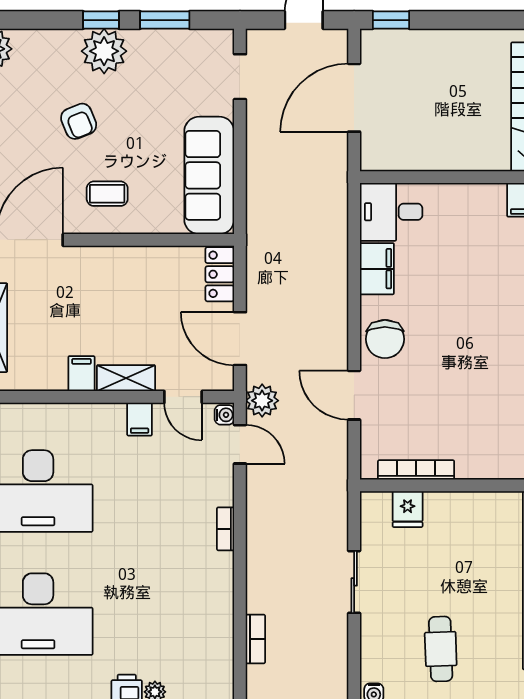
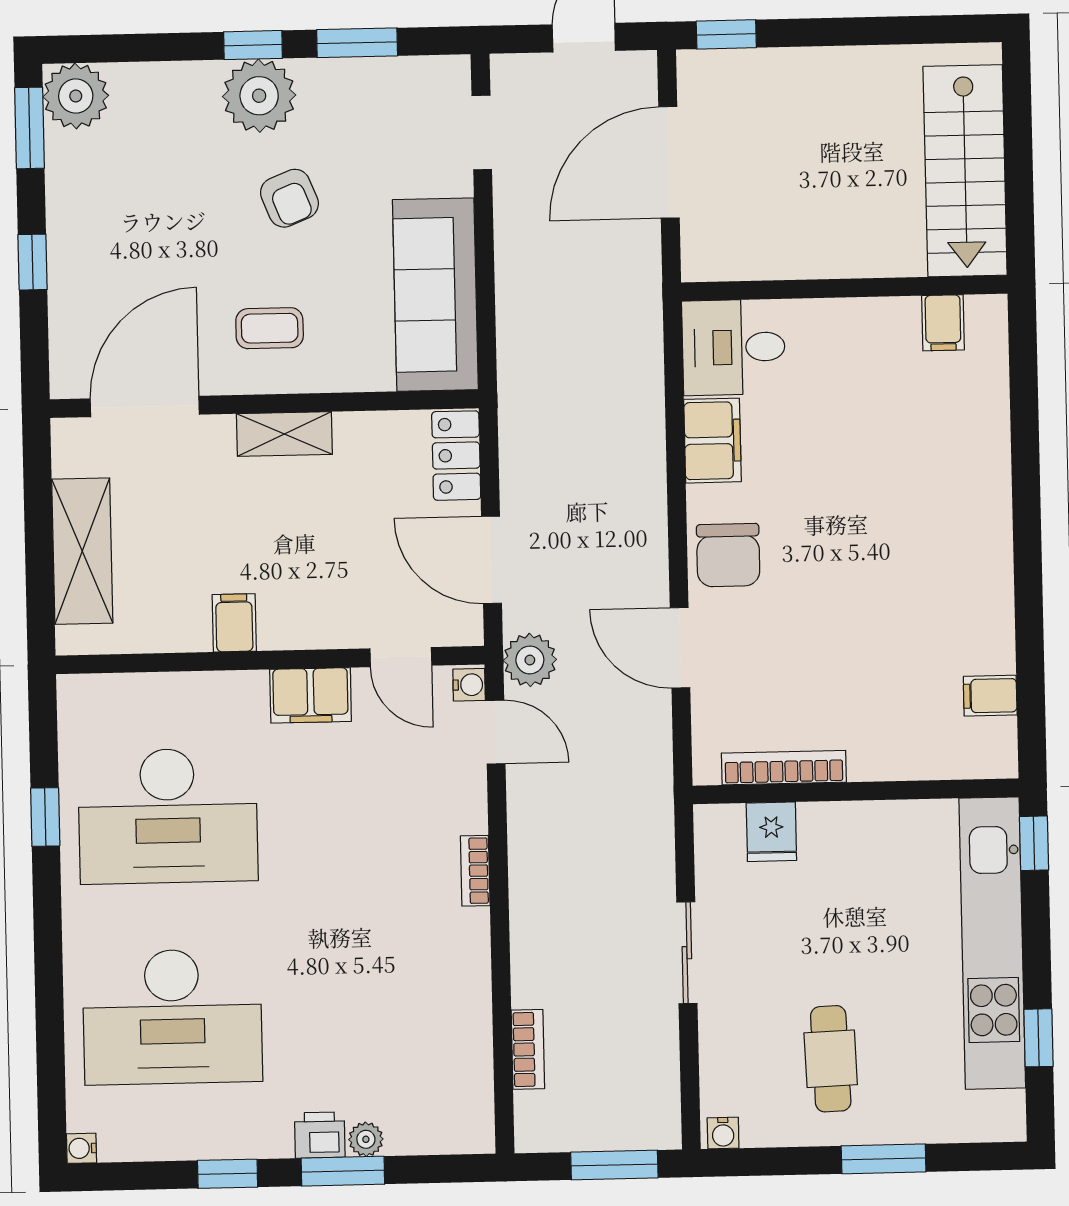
armchair: (79, 121) -> (289, 198), moved
shelving: (126, 378) -> (284, 434), moved
filing cabinet: (140, 419) -> (311, 695), width x2.00

